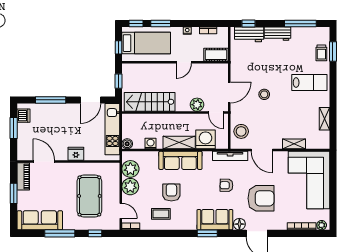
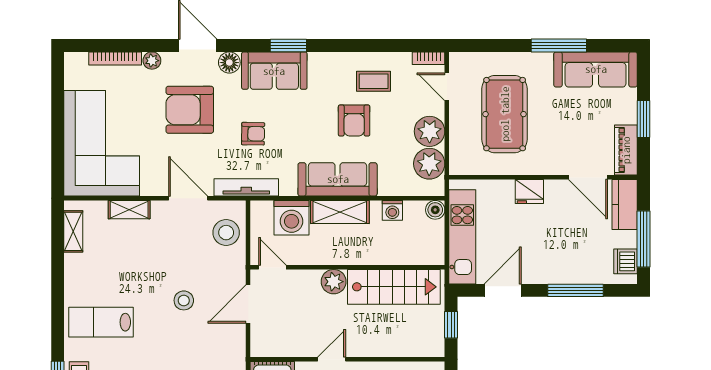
plant: (197, 105) -> (334, 282), moved
shelving: (324, 119) -> (73, 231), moved
window: (14, 128) -> (643, 239), width x1.44
kitchen counter: (24, 147) -> (625, 204), added
plant: (322, 225) -> (152, 61), moved
window: (95, 233) -> (494, 45), removed

